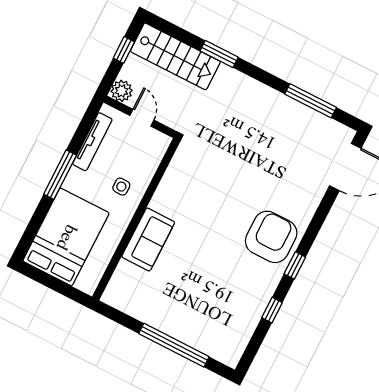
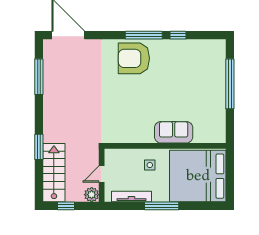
bed: (66, 237) -> (198, 176), width x1.36
window: (295, 265) -> (144, 35), width x2.17

